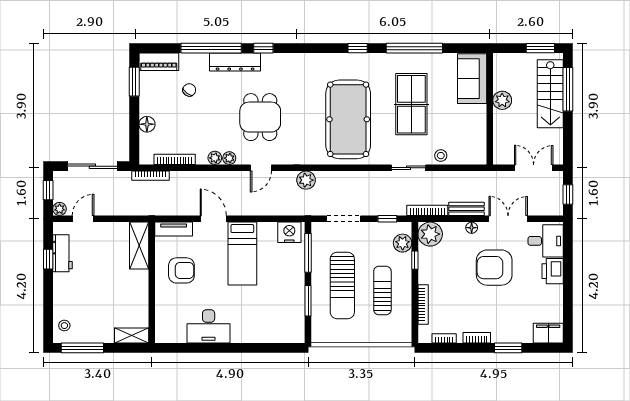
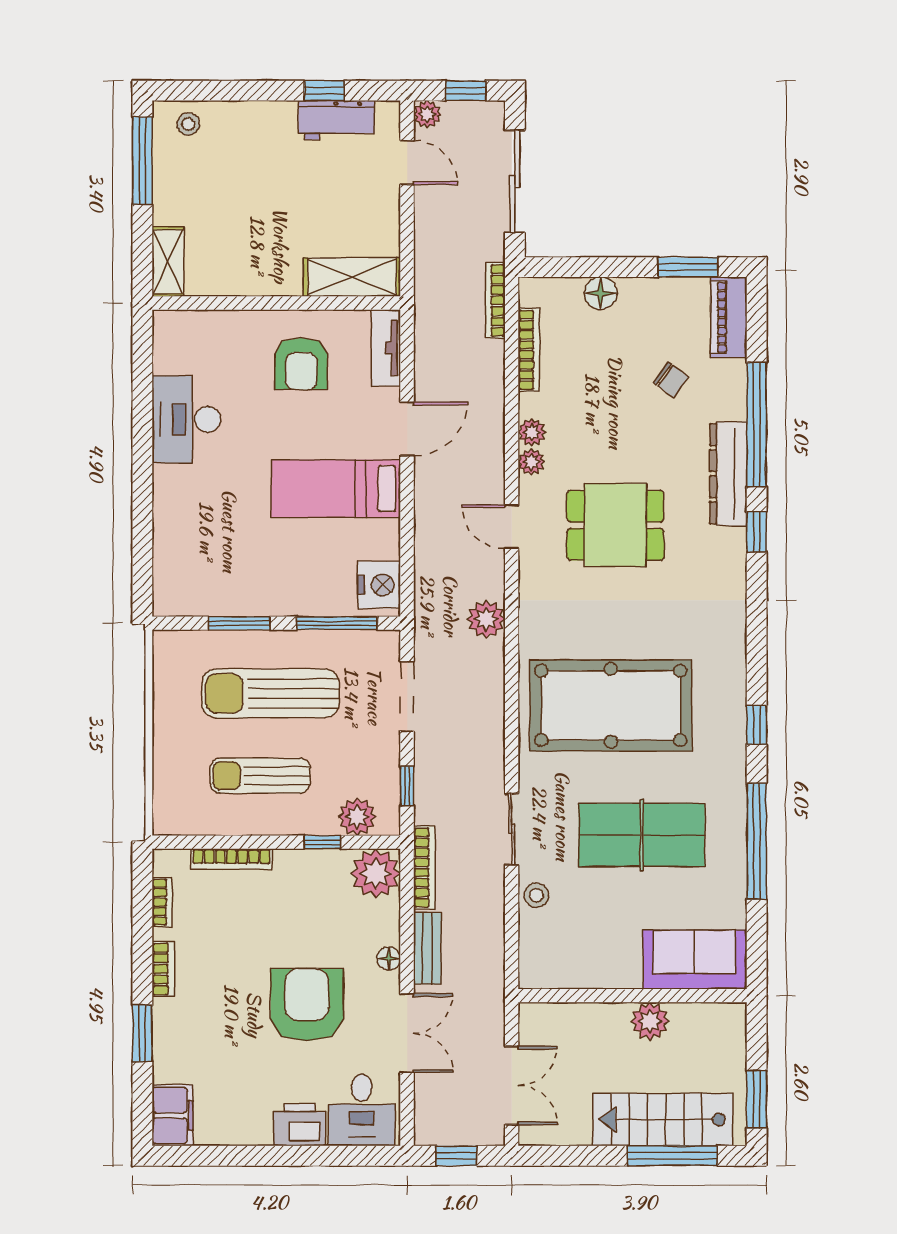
sun lounger: (382, 290) -> (260, 776), turned 180

